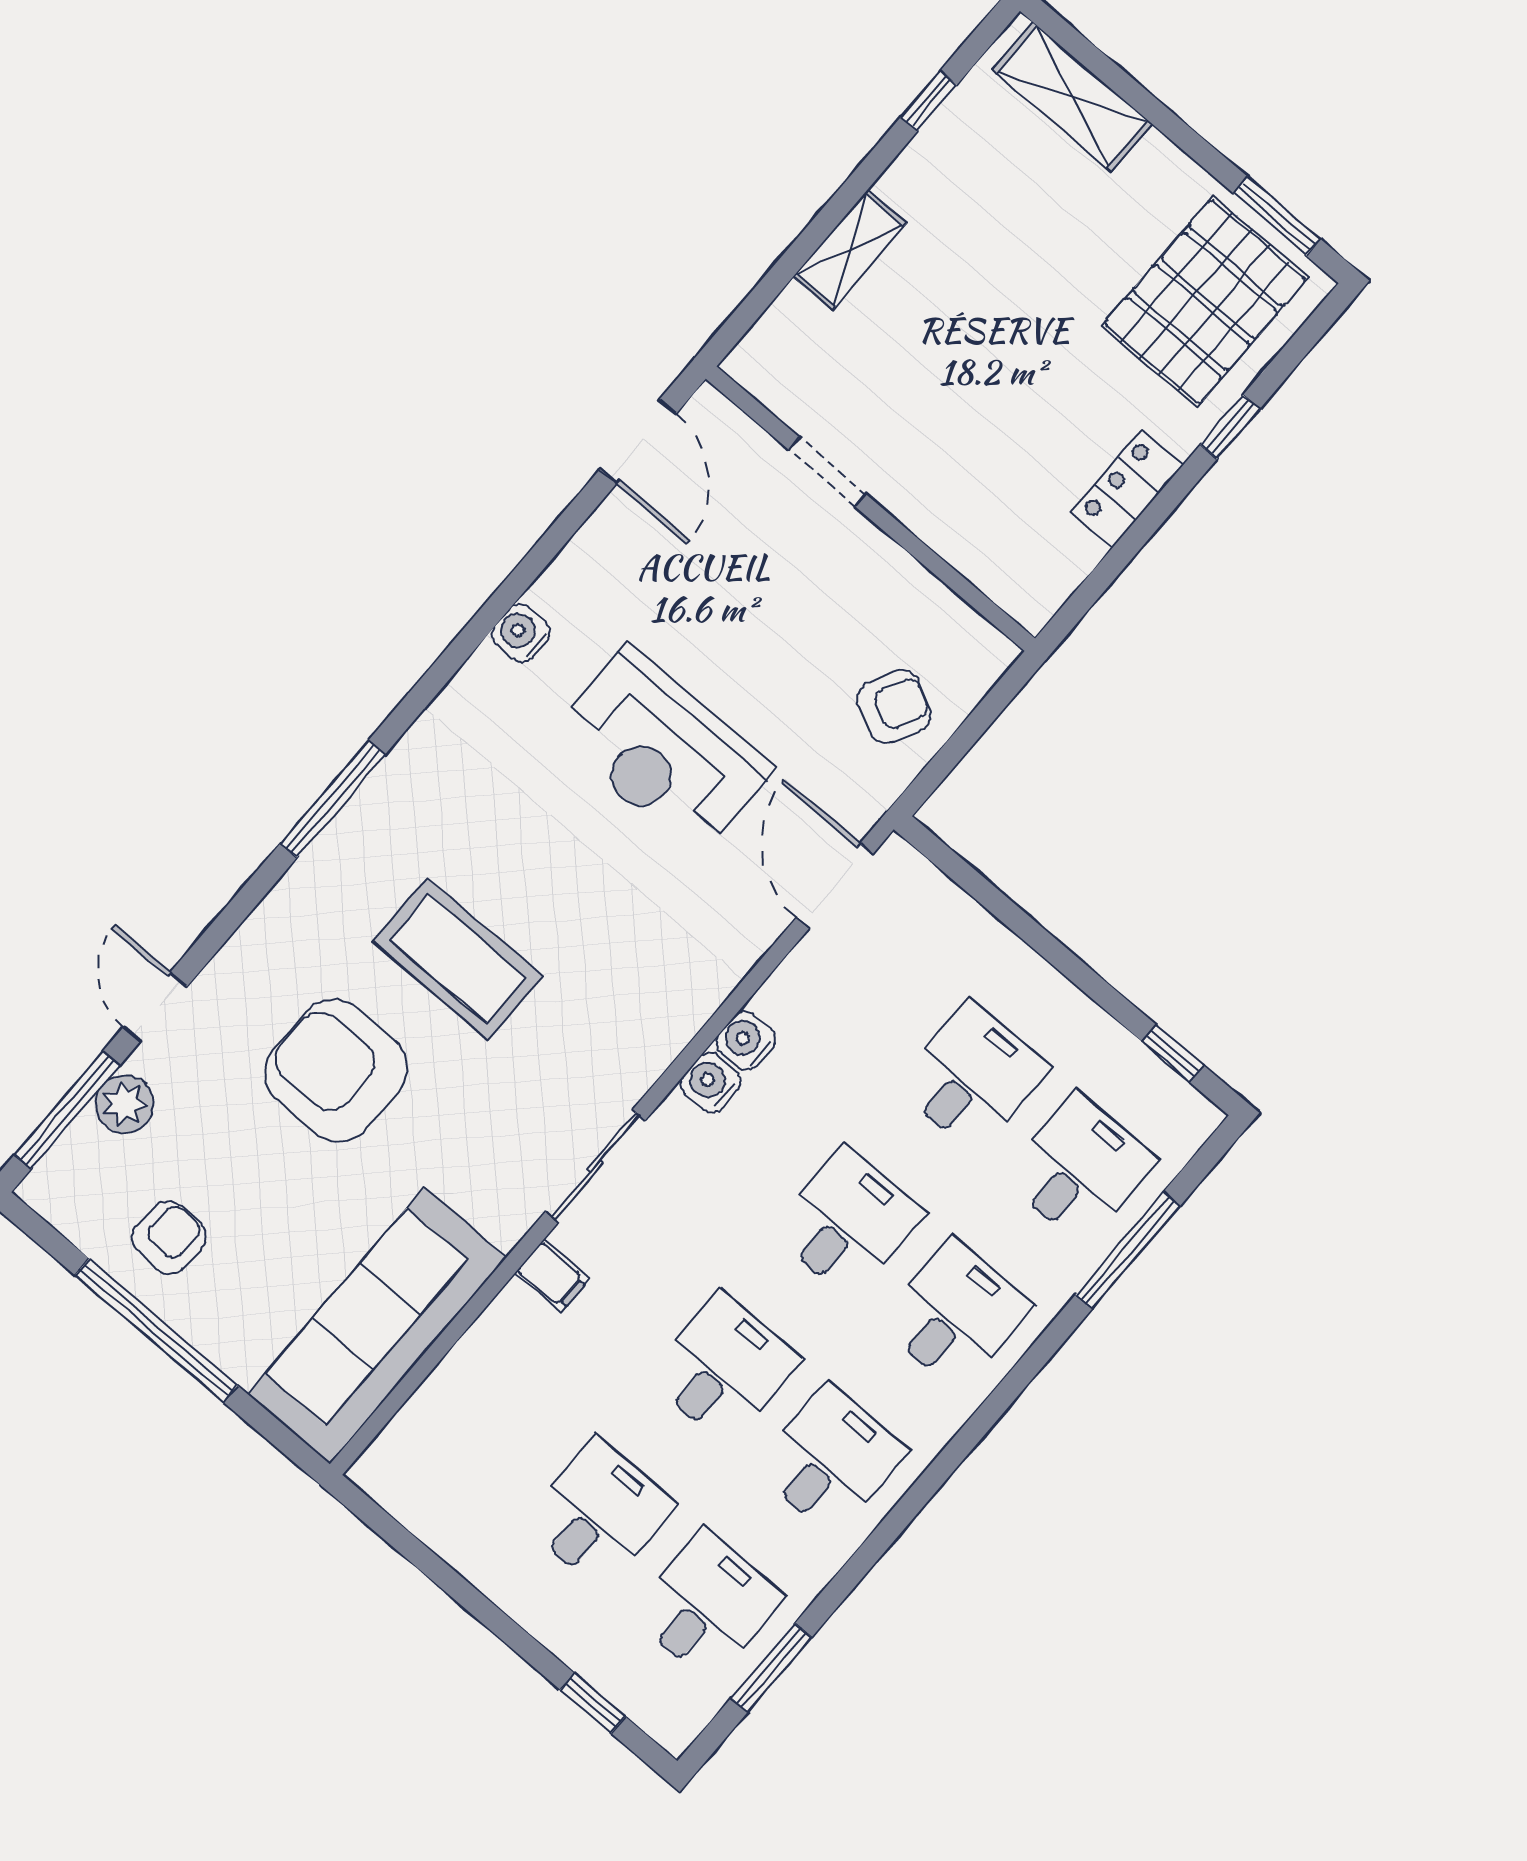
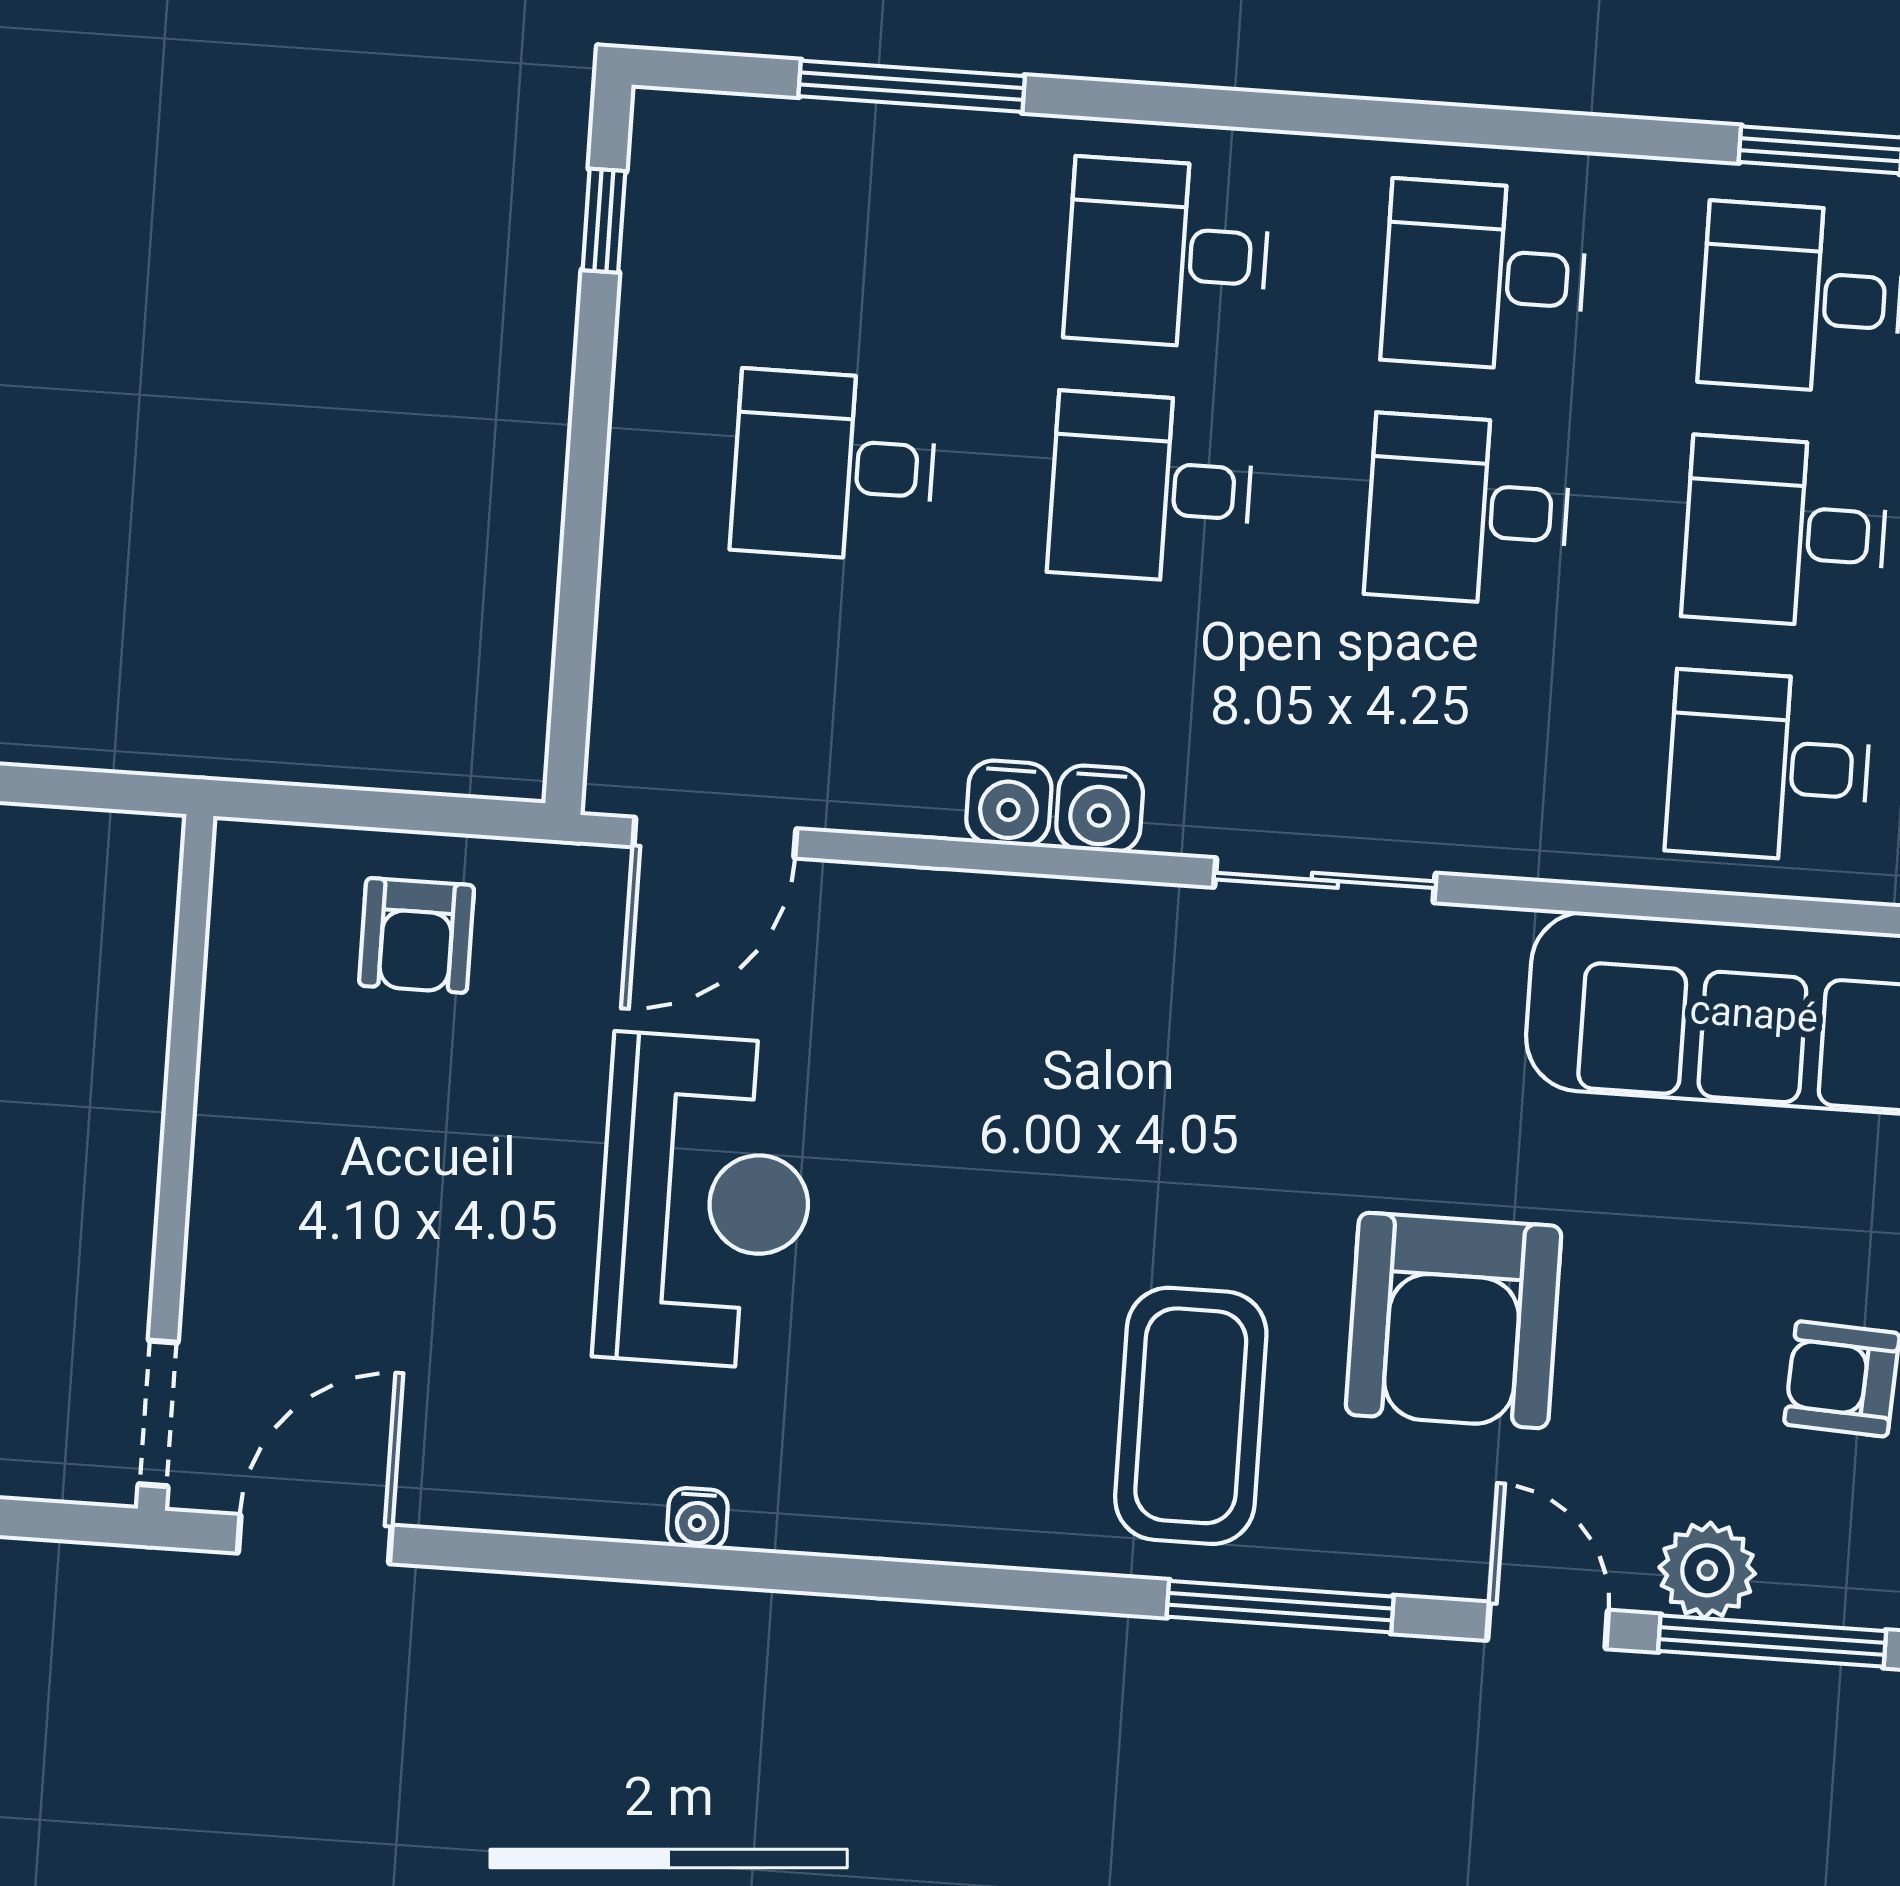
doorway: (827, 472) -> (158, 1413), moved
water cooler: (521, 633) -> (697, 1518), width x0.72, depth x0.72
armchair: (894, 707) -> (417, 935), turned -117
window: (333, 799) -> (1280, 1607), moved
coffee table: (458, 959) -> (1191, 1416), moved
door: (155, 1007) -> (1548, 1625), swing flipped
desk: (1080, 1169) -> (1769, 766), moved
filing cabinet: (552, 1276) -> (1514, 829), removed

